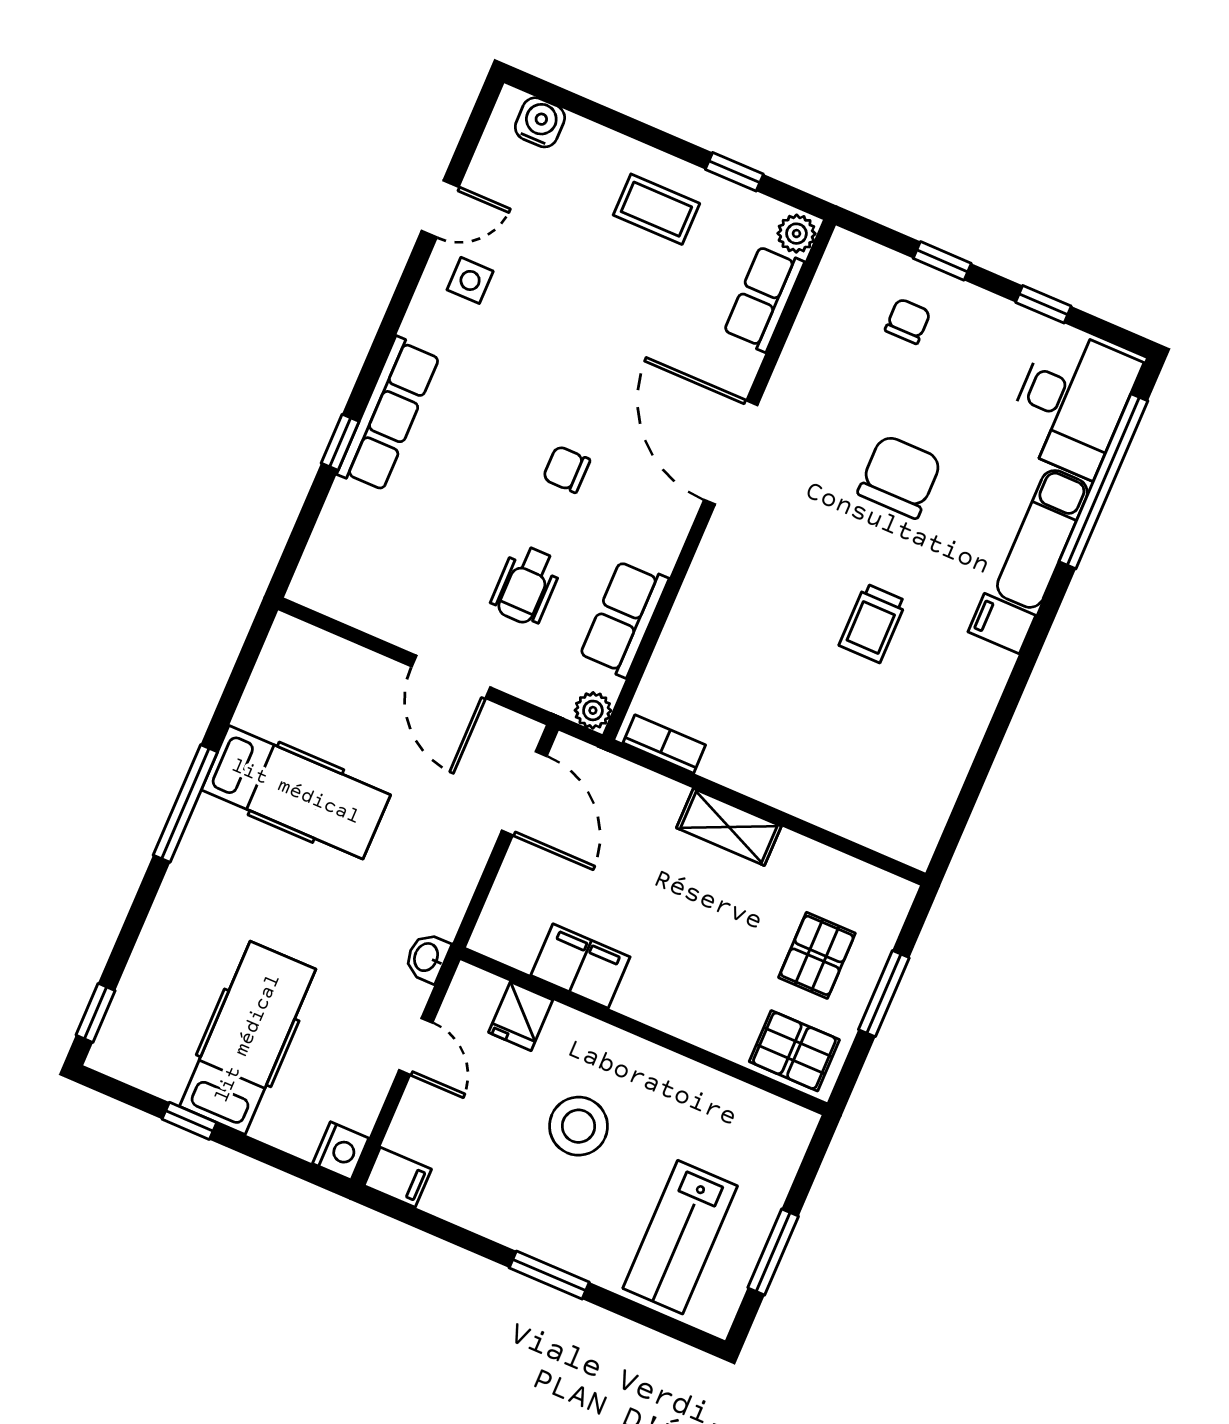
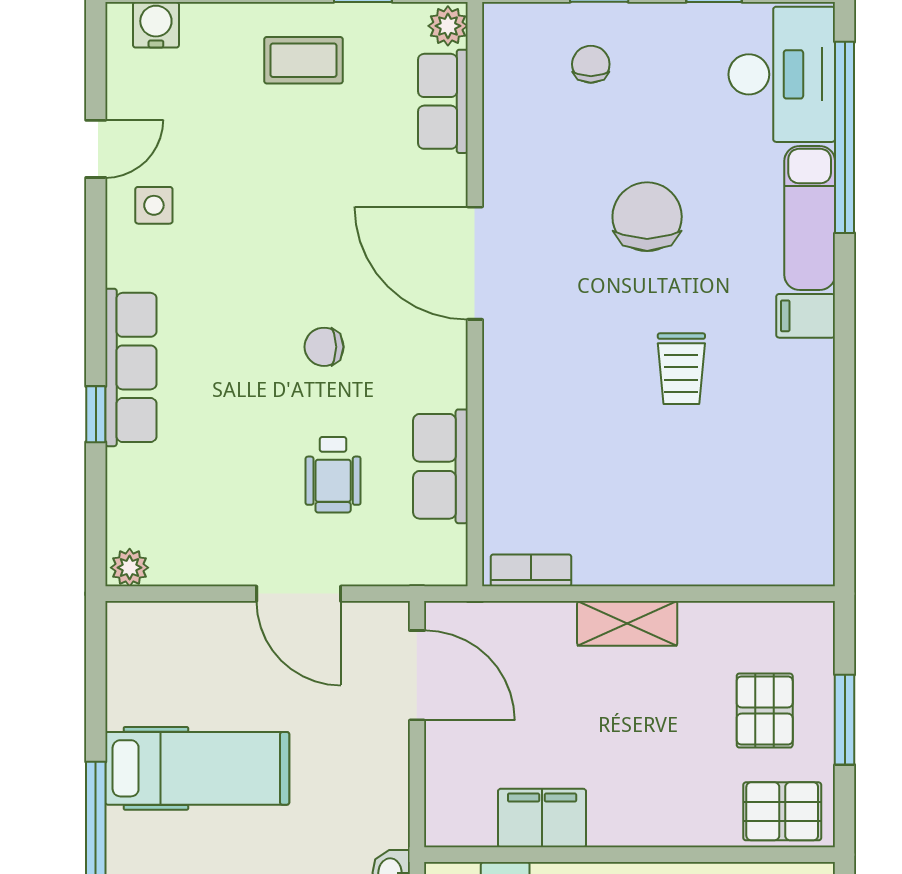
plant: (593, 710) -> (130, 568), moved

